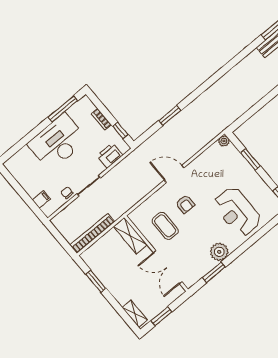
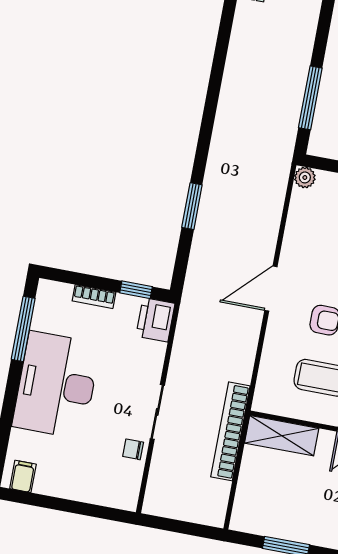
window: (252, 111) -> (310, 98), added
printer: (110, 155) -> (155, 320), moved
filing cabinet: (41, 199) -> (23, 476), moved
bookcase: (92, 233) -> (230, 431), moved

